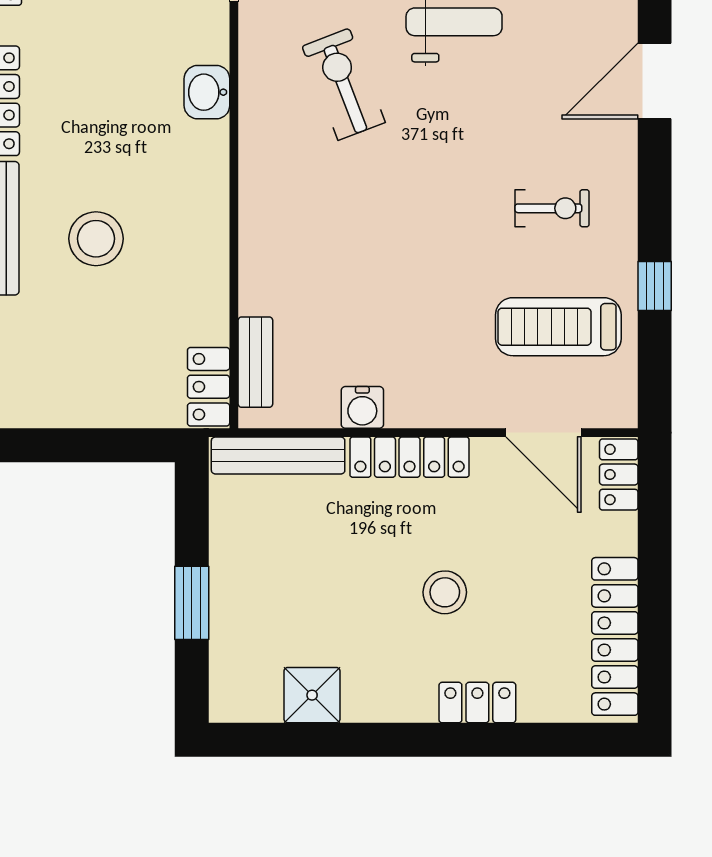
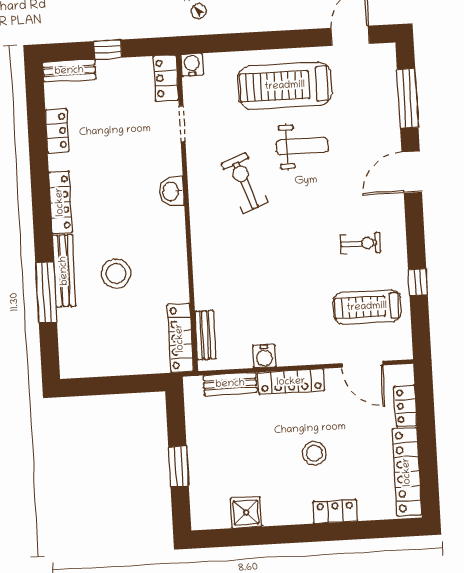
locker: (209, 387) -> (180, 338), width x1.53
bench: (278, 455) -> (230, 384), width x0.73
locker: (619, 475) -> (405, 406), moved

